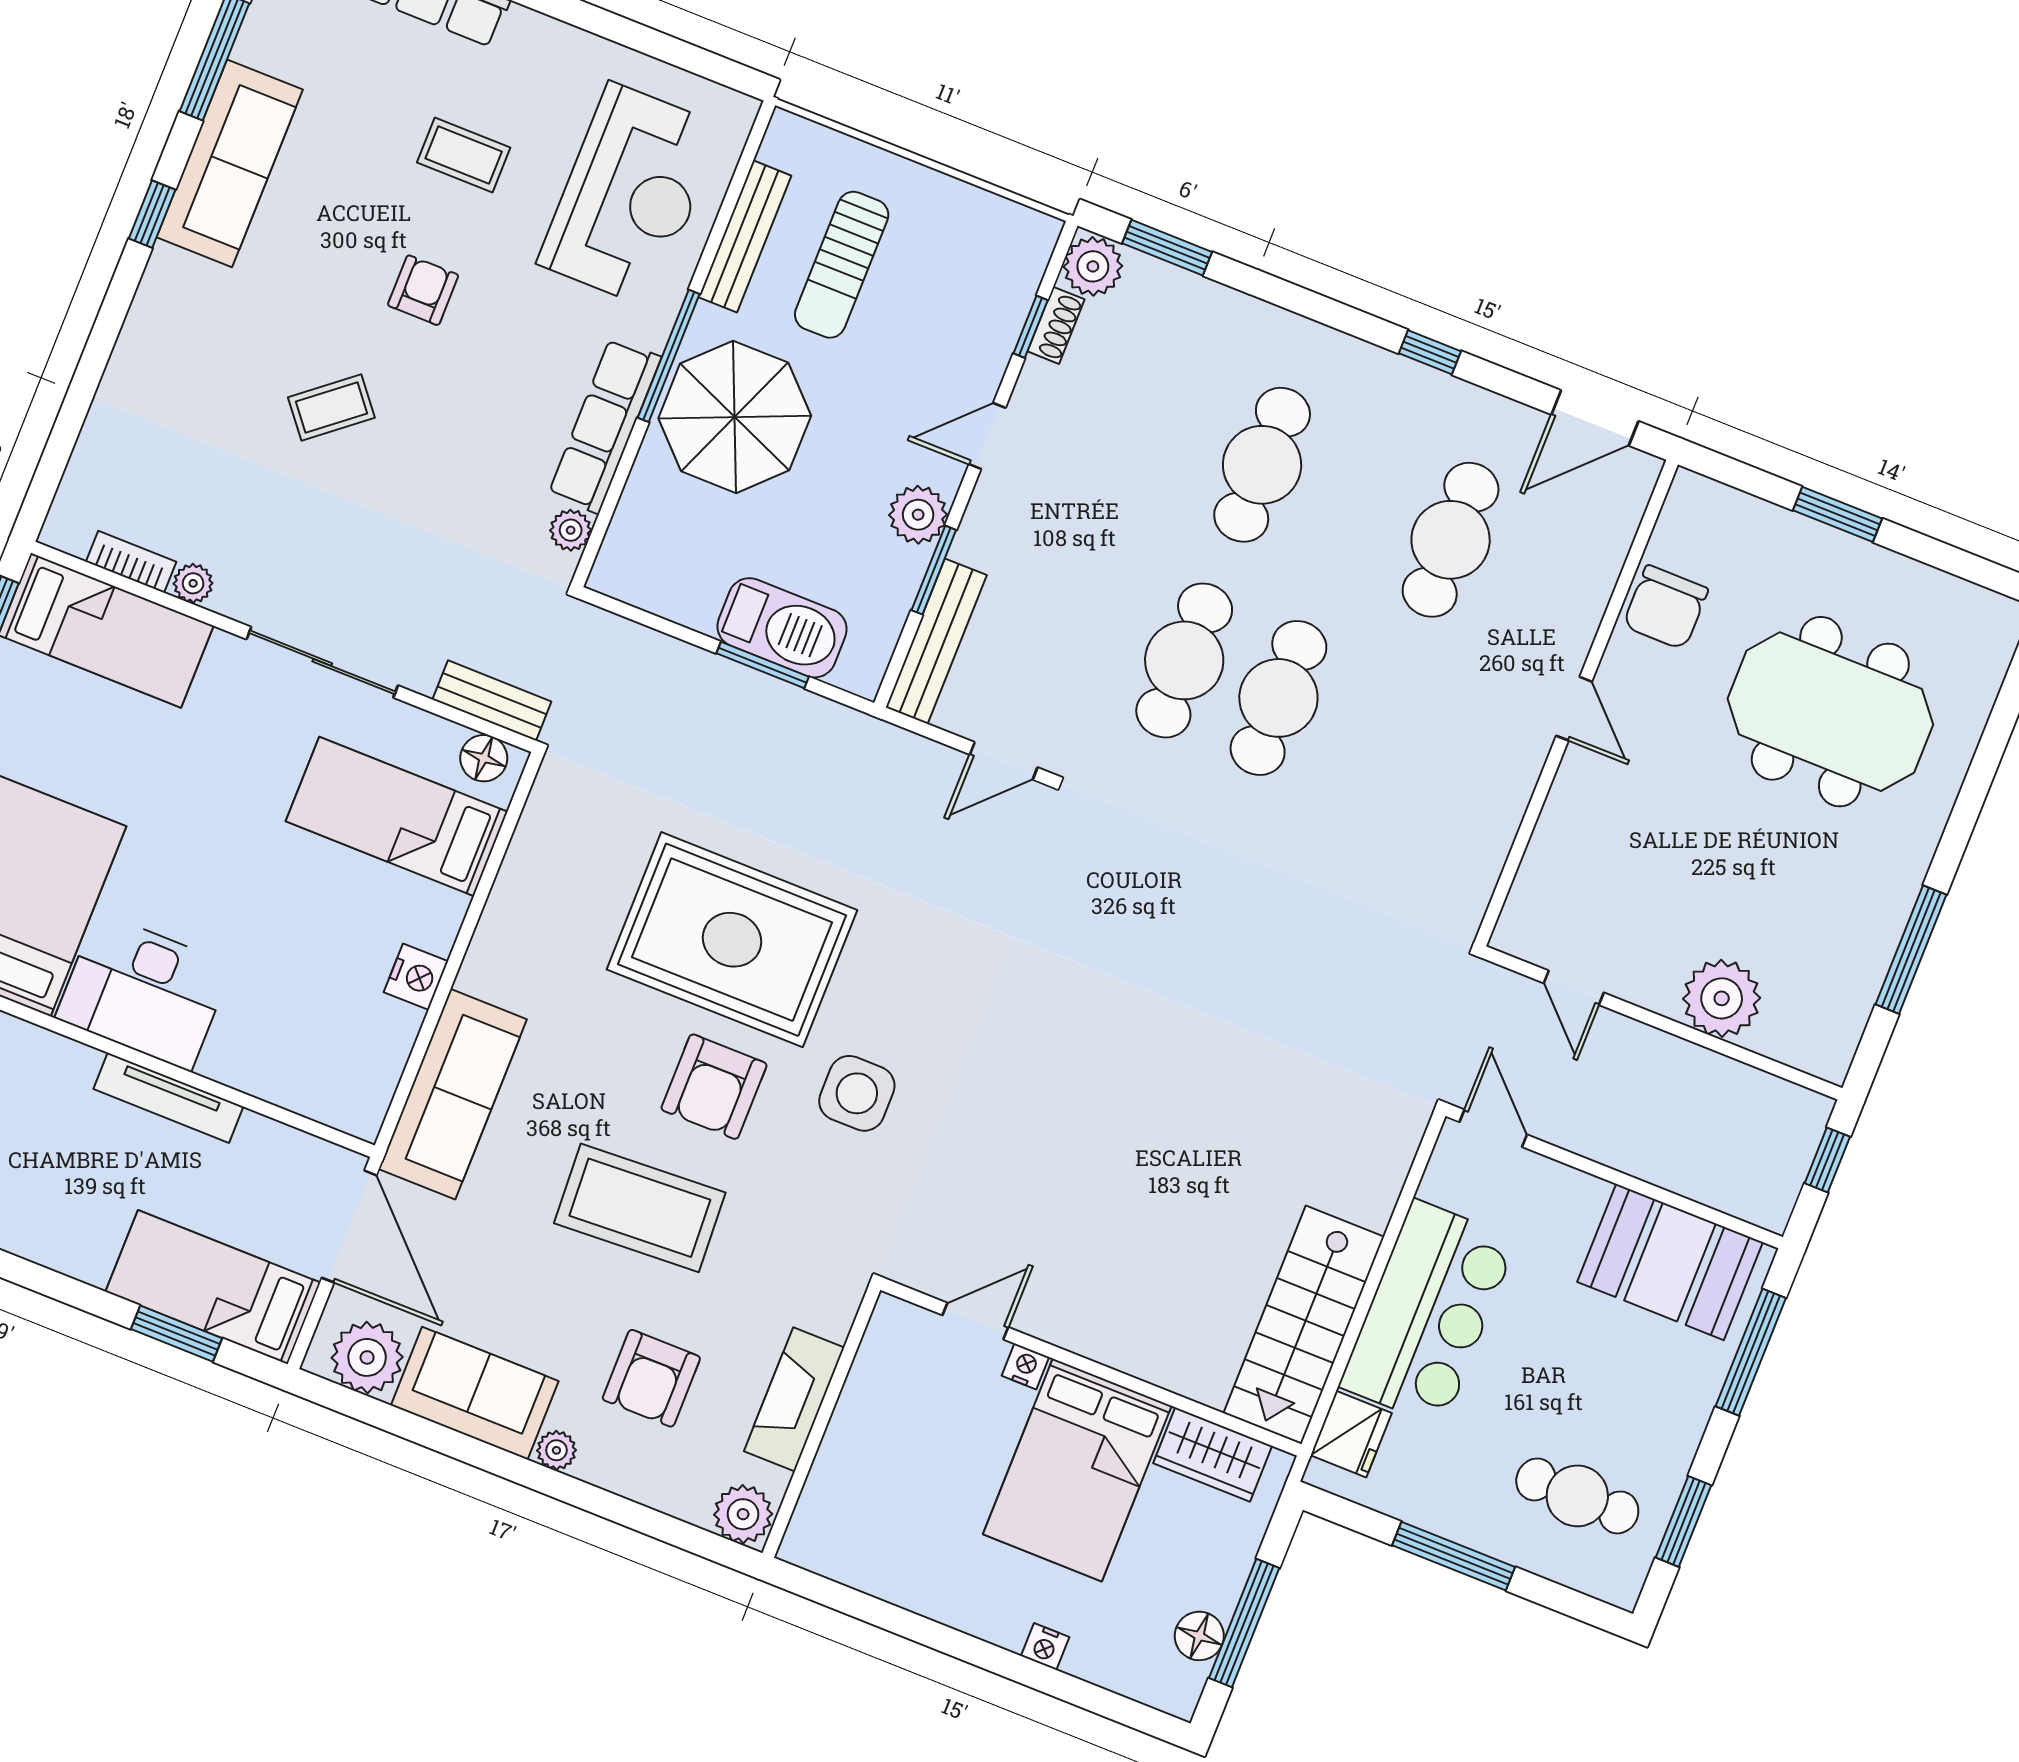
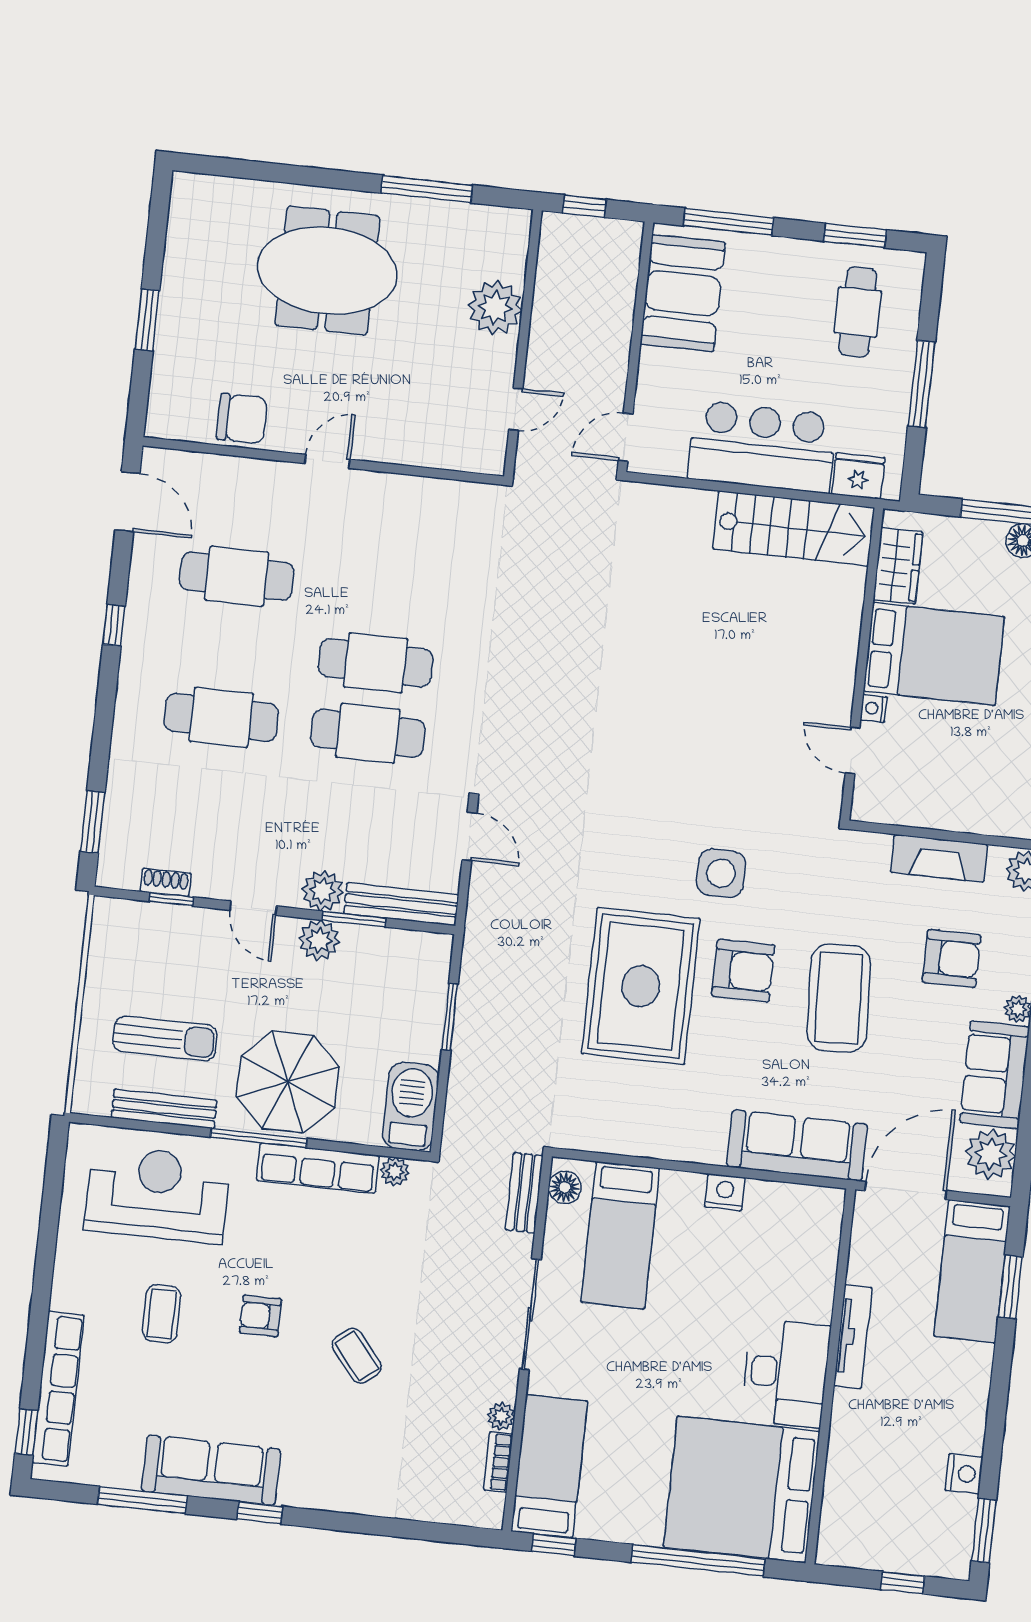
plant: (1093, 266) -> (323, 891), moved
barbecue: (782, 628) -> (411, 1107), moved
meeting table: (1830, 712) -> (327, 271), moved, turned 90

